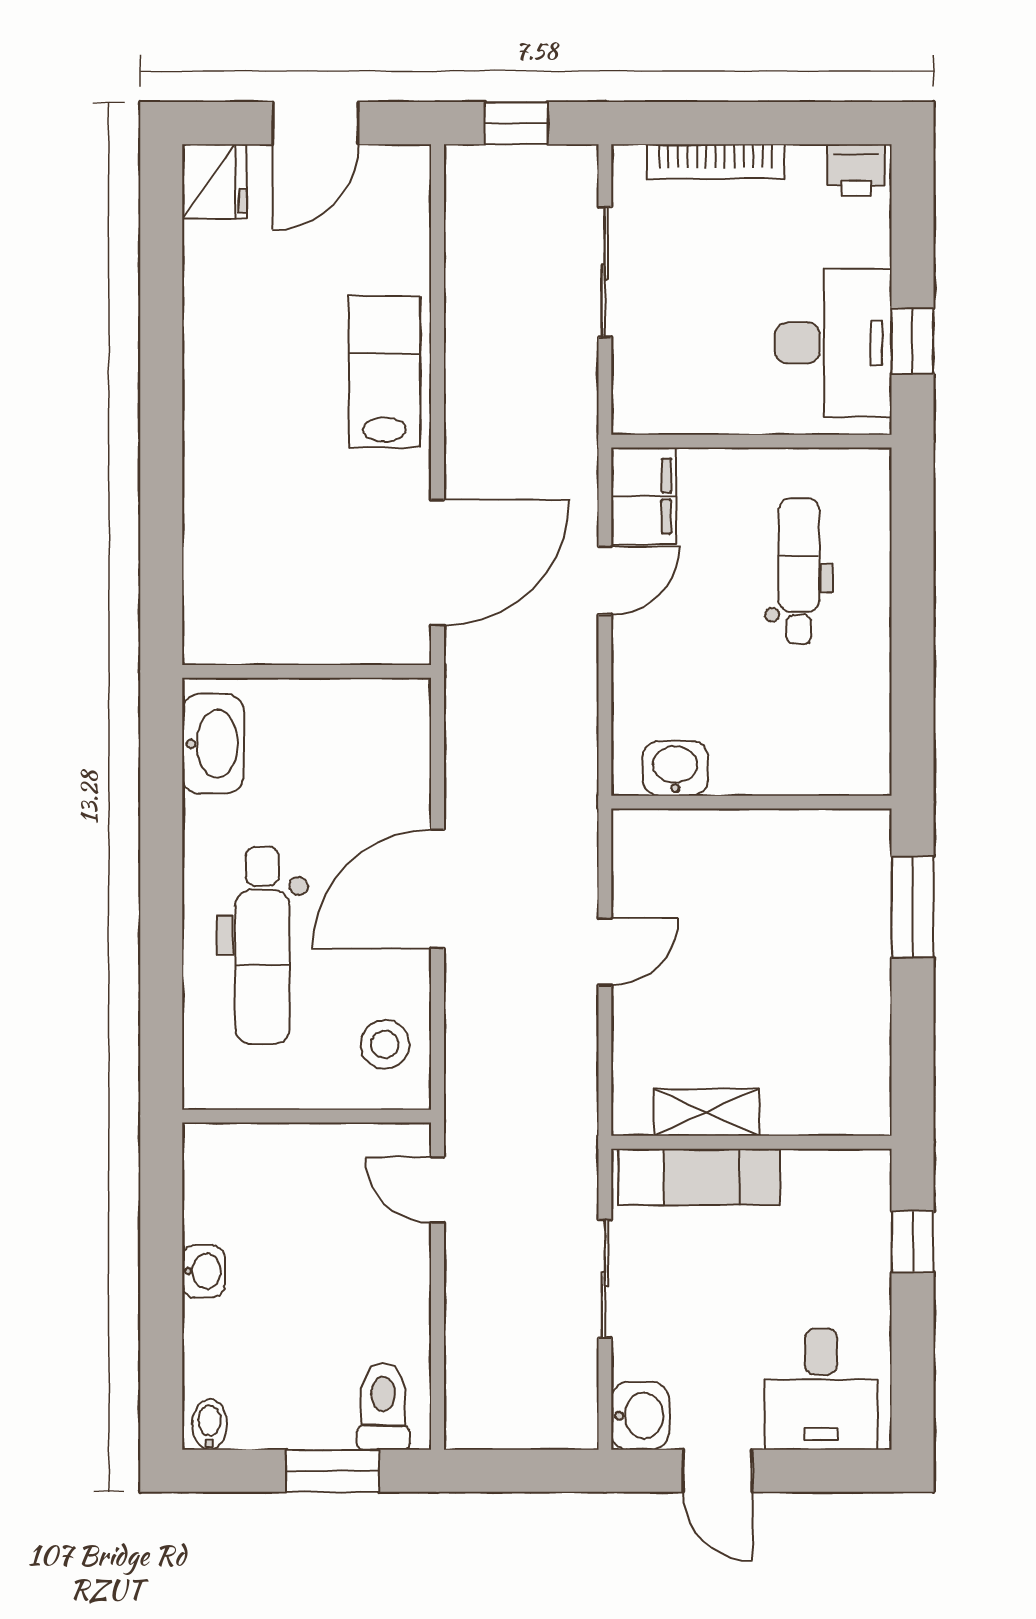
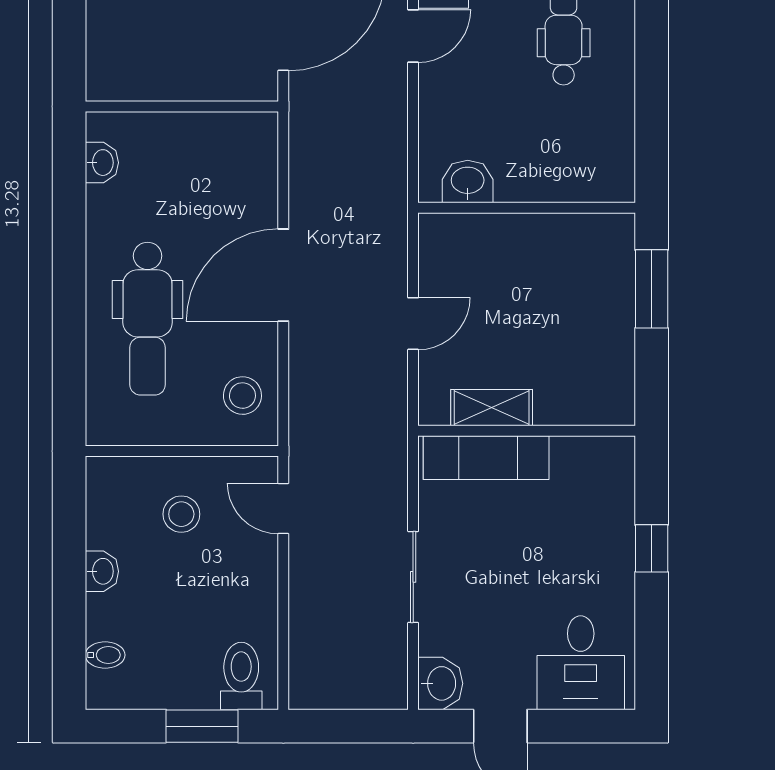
washbasin: (213, 744) -> (102, 163), width x0.52, depth x0.69
shelving: (706, 1112) -> (492, 408), moved
wall: (751, 1142) -> (527, 431), moved
exam couch: (699, 1177) -> (486, 458), moved
stool: (306, 1197) -> (181, 514), added
bidet: (210, 1425) -> (105, 655), moved, turned 90

